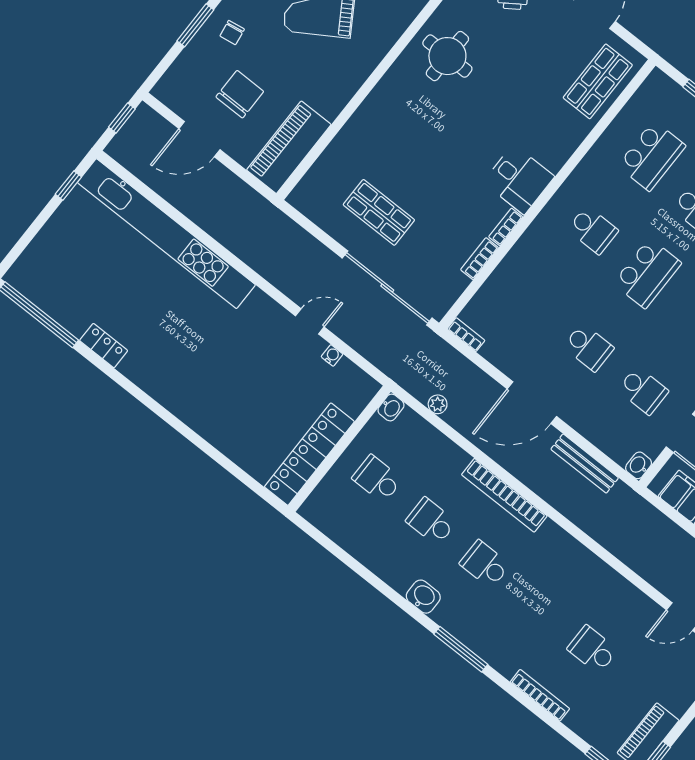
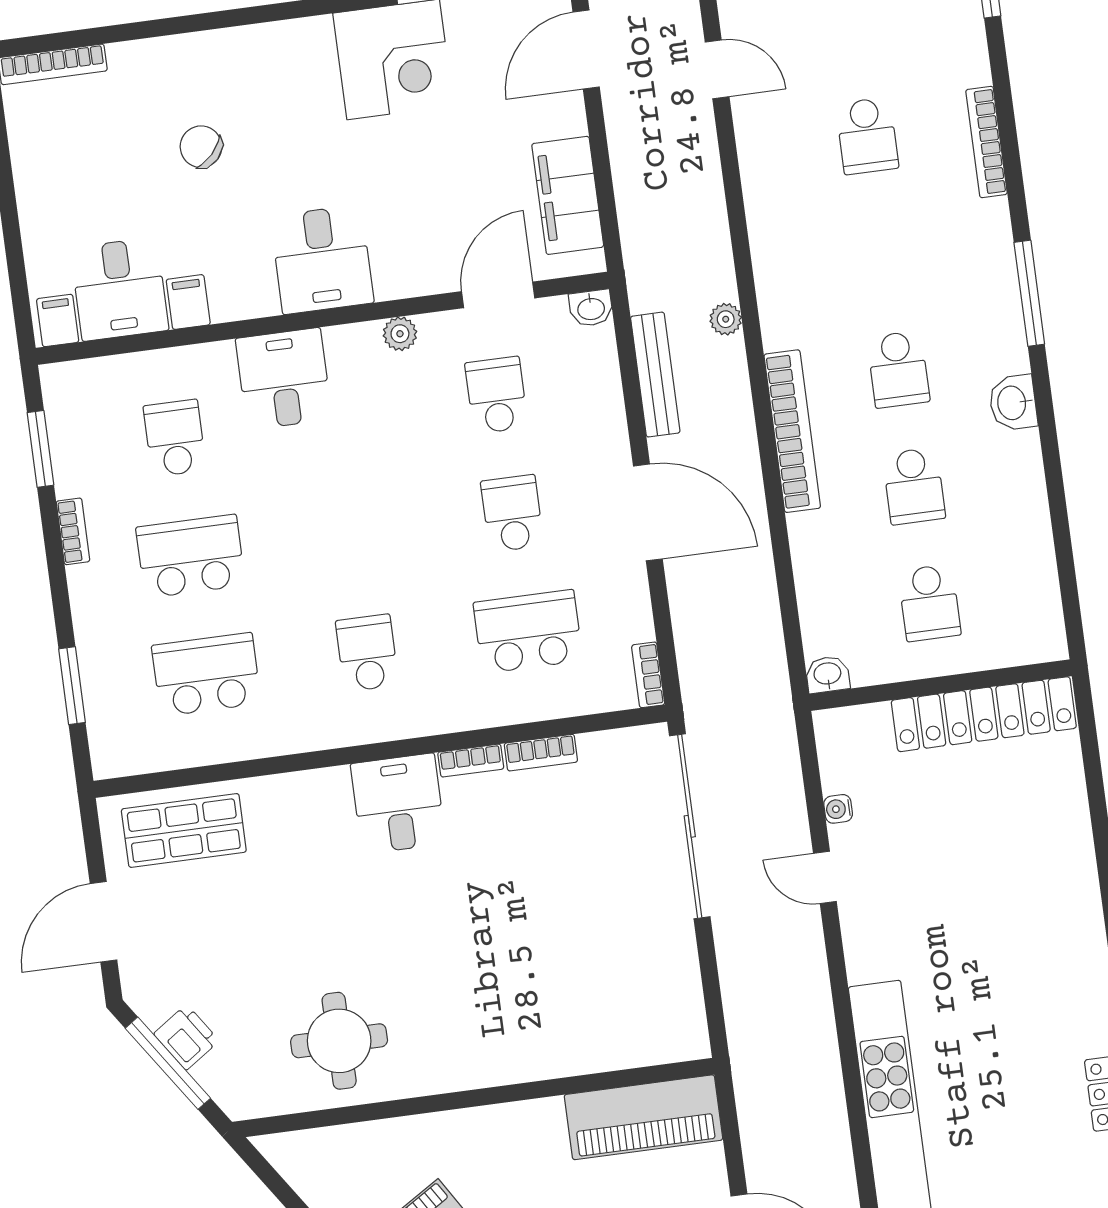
shop shelf: (379, 212) -> (610, 930), removed
school desk: (647, 273) -> (528, 631), moved
plant: (438, 404) -> (726, 319), moved

